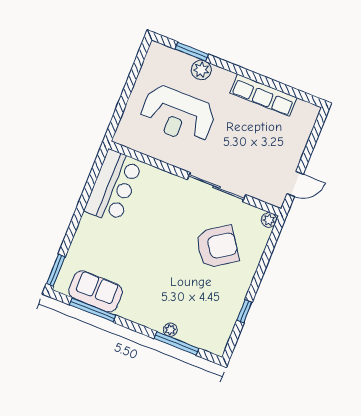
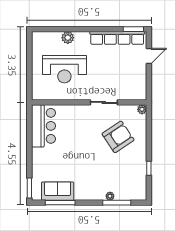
window: (192, 52) -> (133, 29), moved
row of seats: (264, 95) -> (117, 38), width x1.36
door: (295, 184) -> (149, 56), moved
sliding door: (216, 187) -> (104, 102), width x0.73

